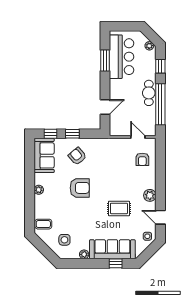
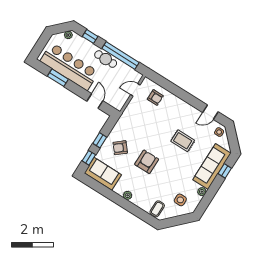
bar counter: (122, 57) -> (69, 67), width x1.36
plant: (150, 195) -> (188, 110), removed
rug: (119, 208) -> (183, 141), turned 90

